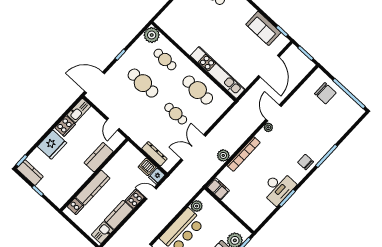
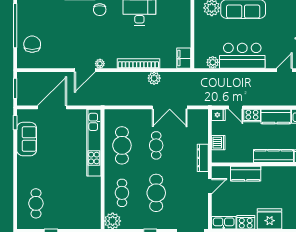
dresser: (154, 154) -> (203, 158), moved
dishwasher: (147, 167) -> (218, 143), moved

